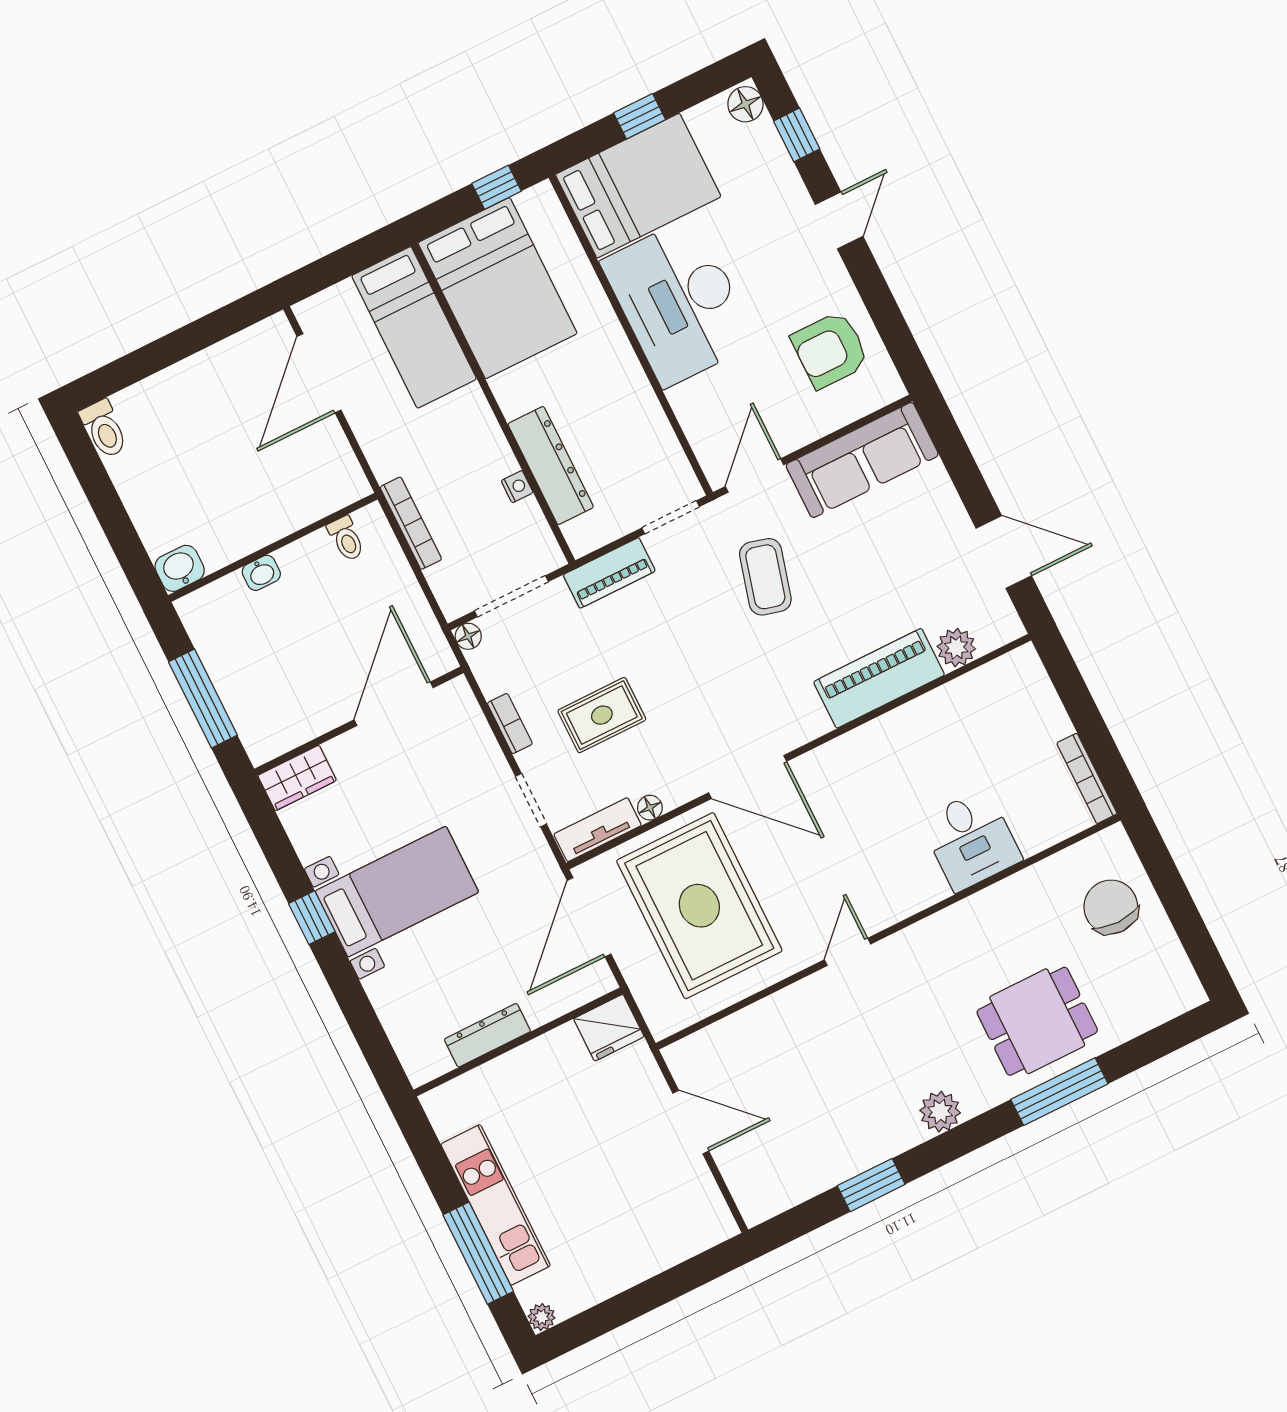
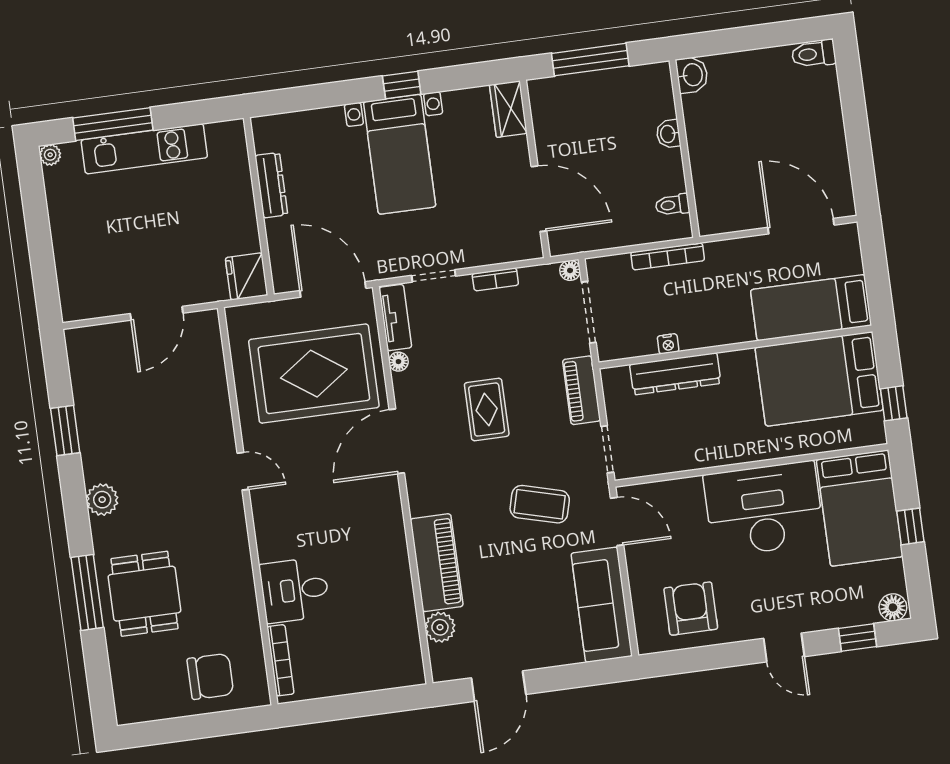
rug: (602, 715) -> (487, 410), moved
bookcase: (1087, 778) -> (280, 660), moved, turned 90

